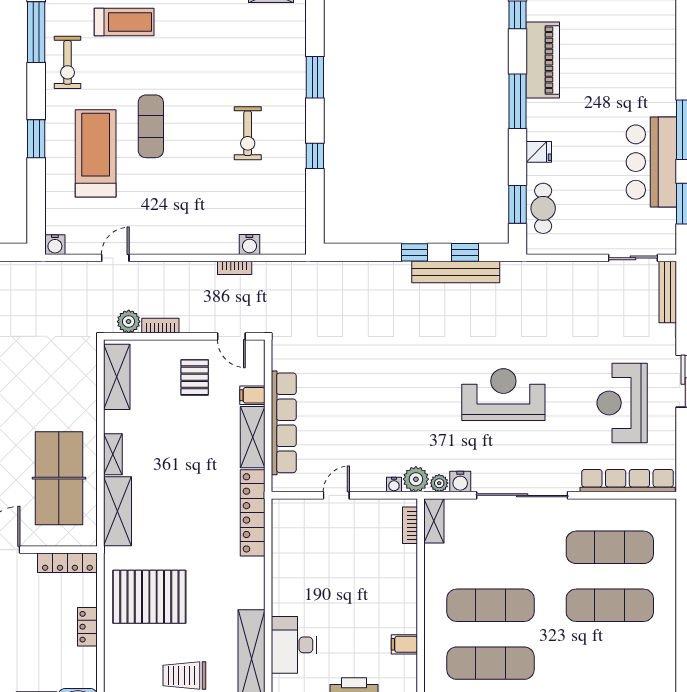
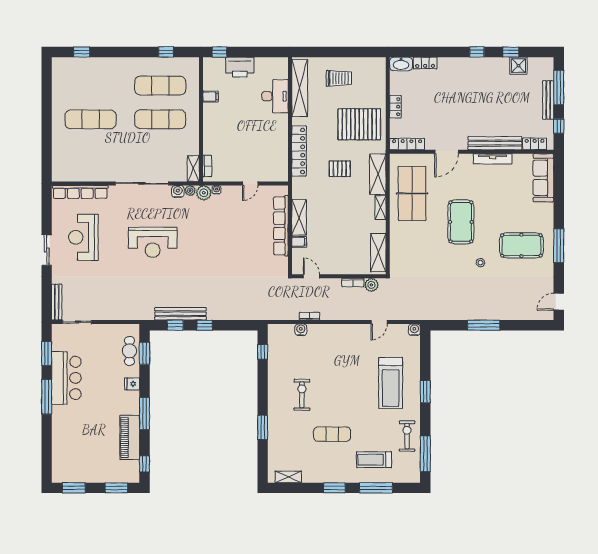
exercise mat: (151, 126) -> (332, 434), moved, turned 90
window: (315, 156) -> (263, 352), moved
pallet: (195, 377) -> (340, 169), moved, turned 90
reception desk: (622, 403) -> (83, 237), turned 180
locker: (253, 513) -> (299, 151), moved
exercise mat: (610, 547) -> (91, 153), removed

